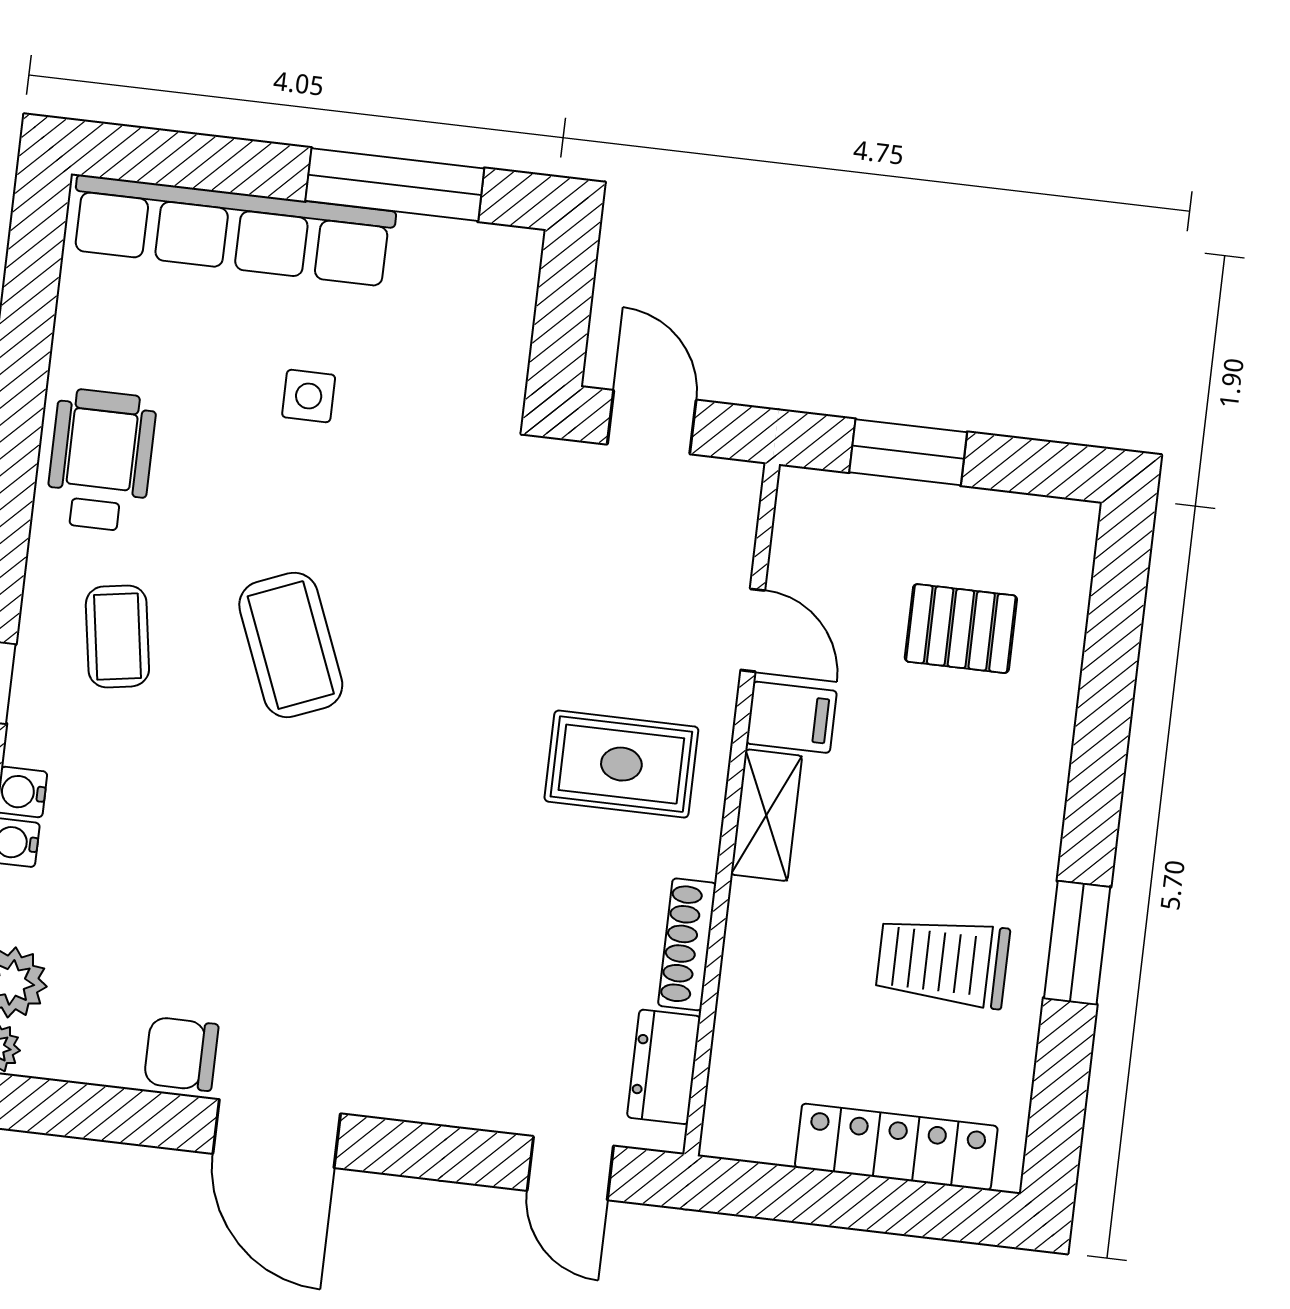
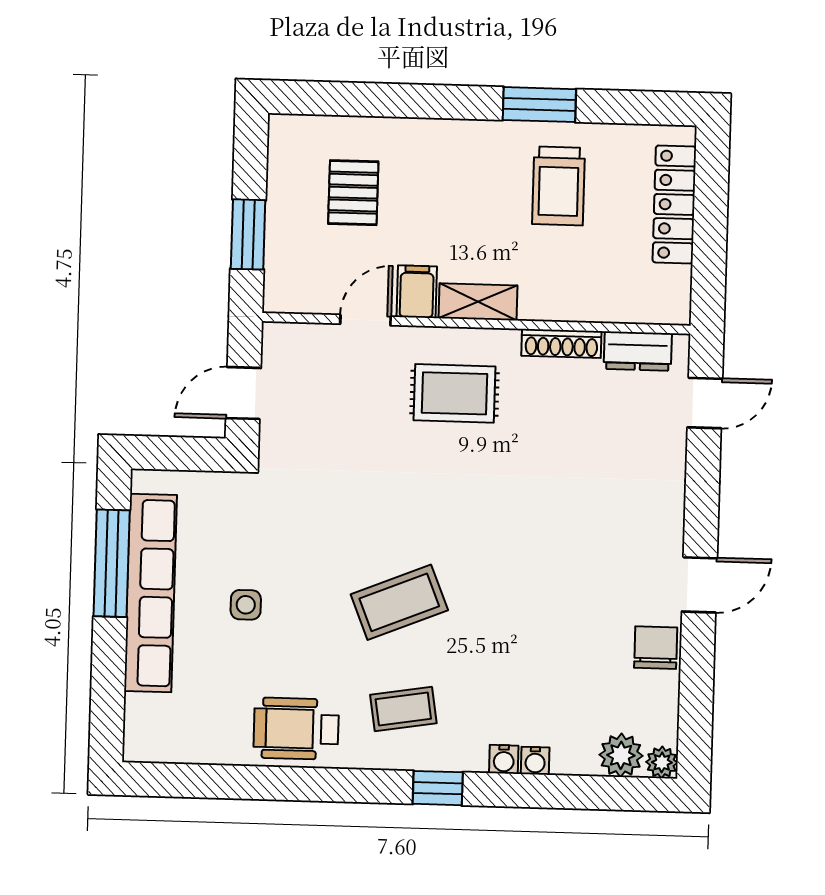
row of seats: (233, 231) -> (151, 593), moved
rug: (621, 764) -> (455, 393), turned 90
chair: (181, 1054) -> (656, 648), turned 180
door: (277, 1134) -> (699, 585), width x0.73

